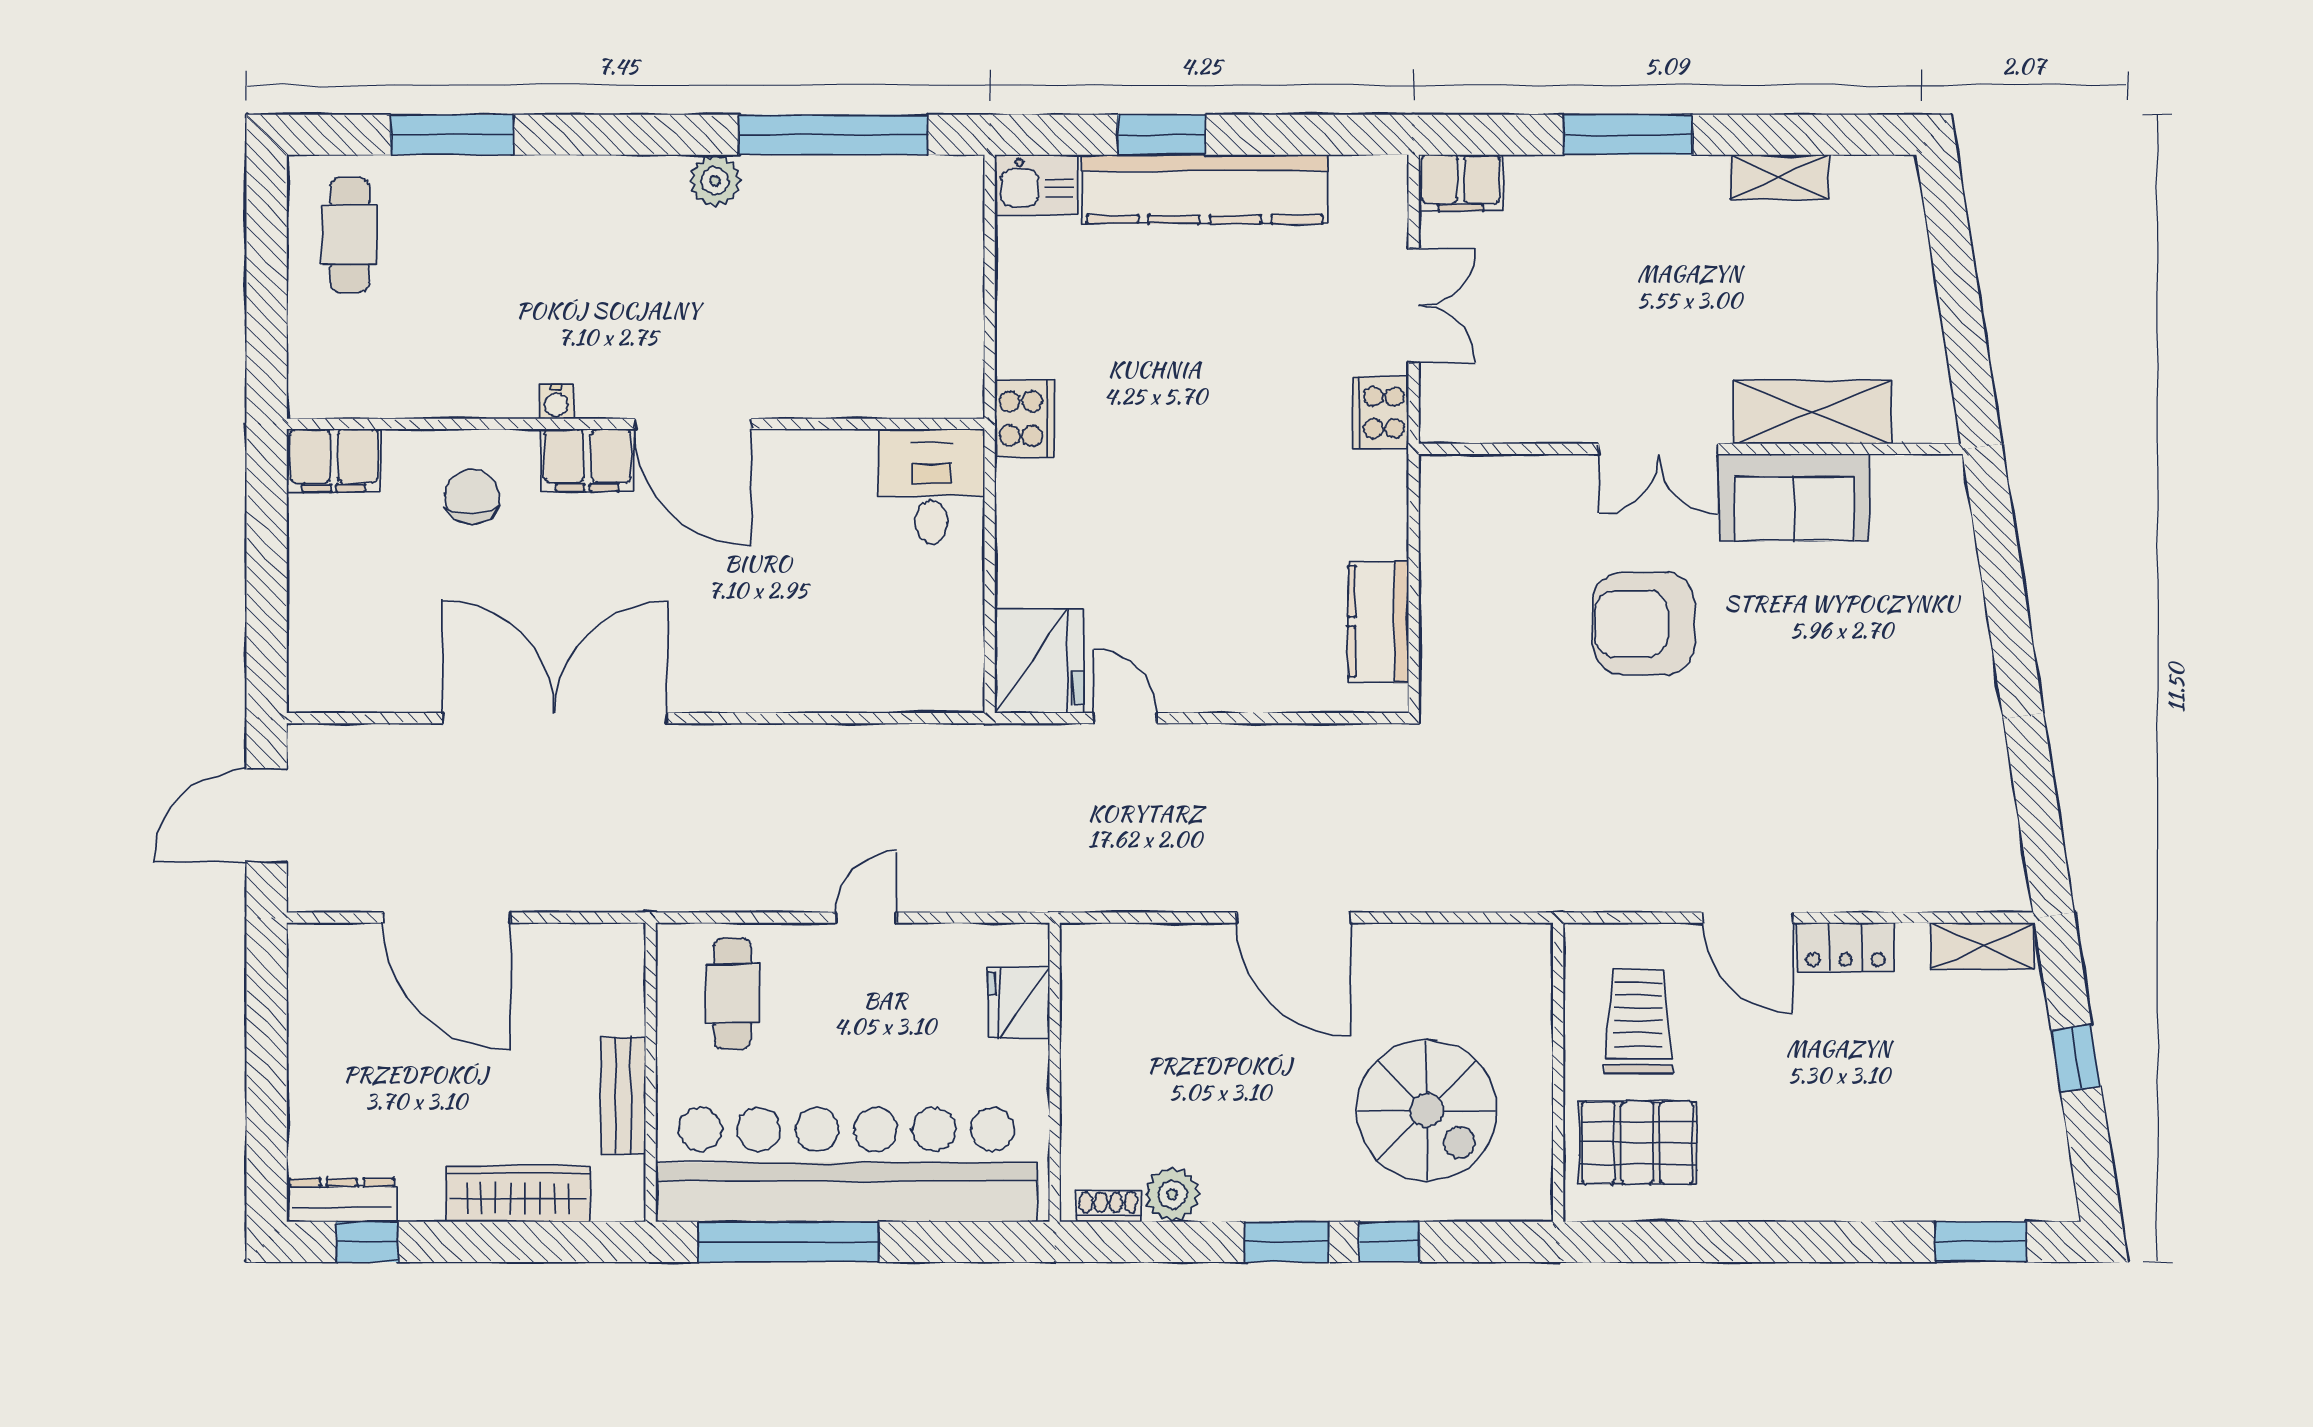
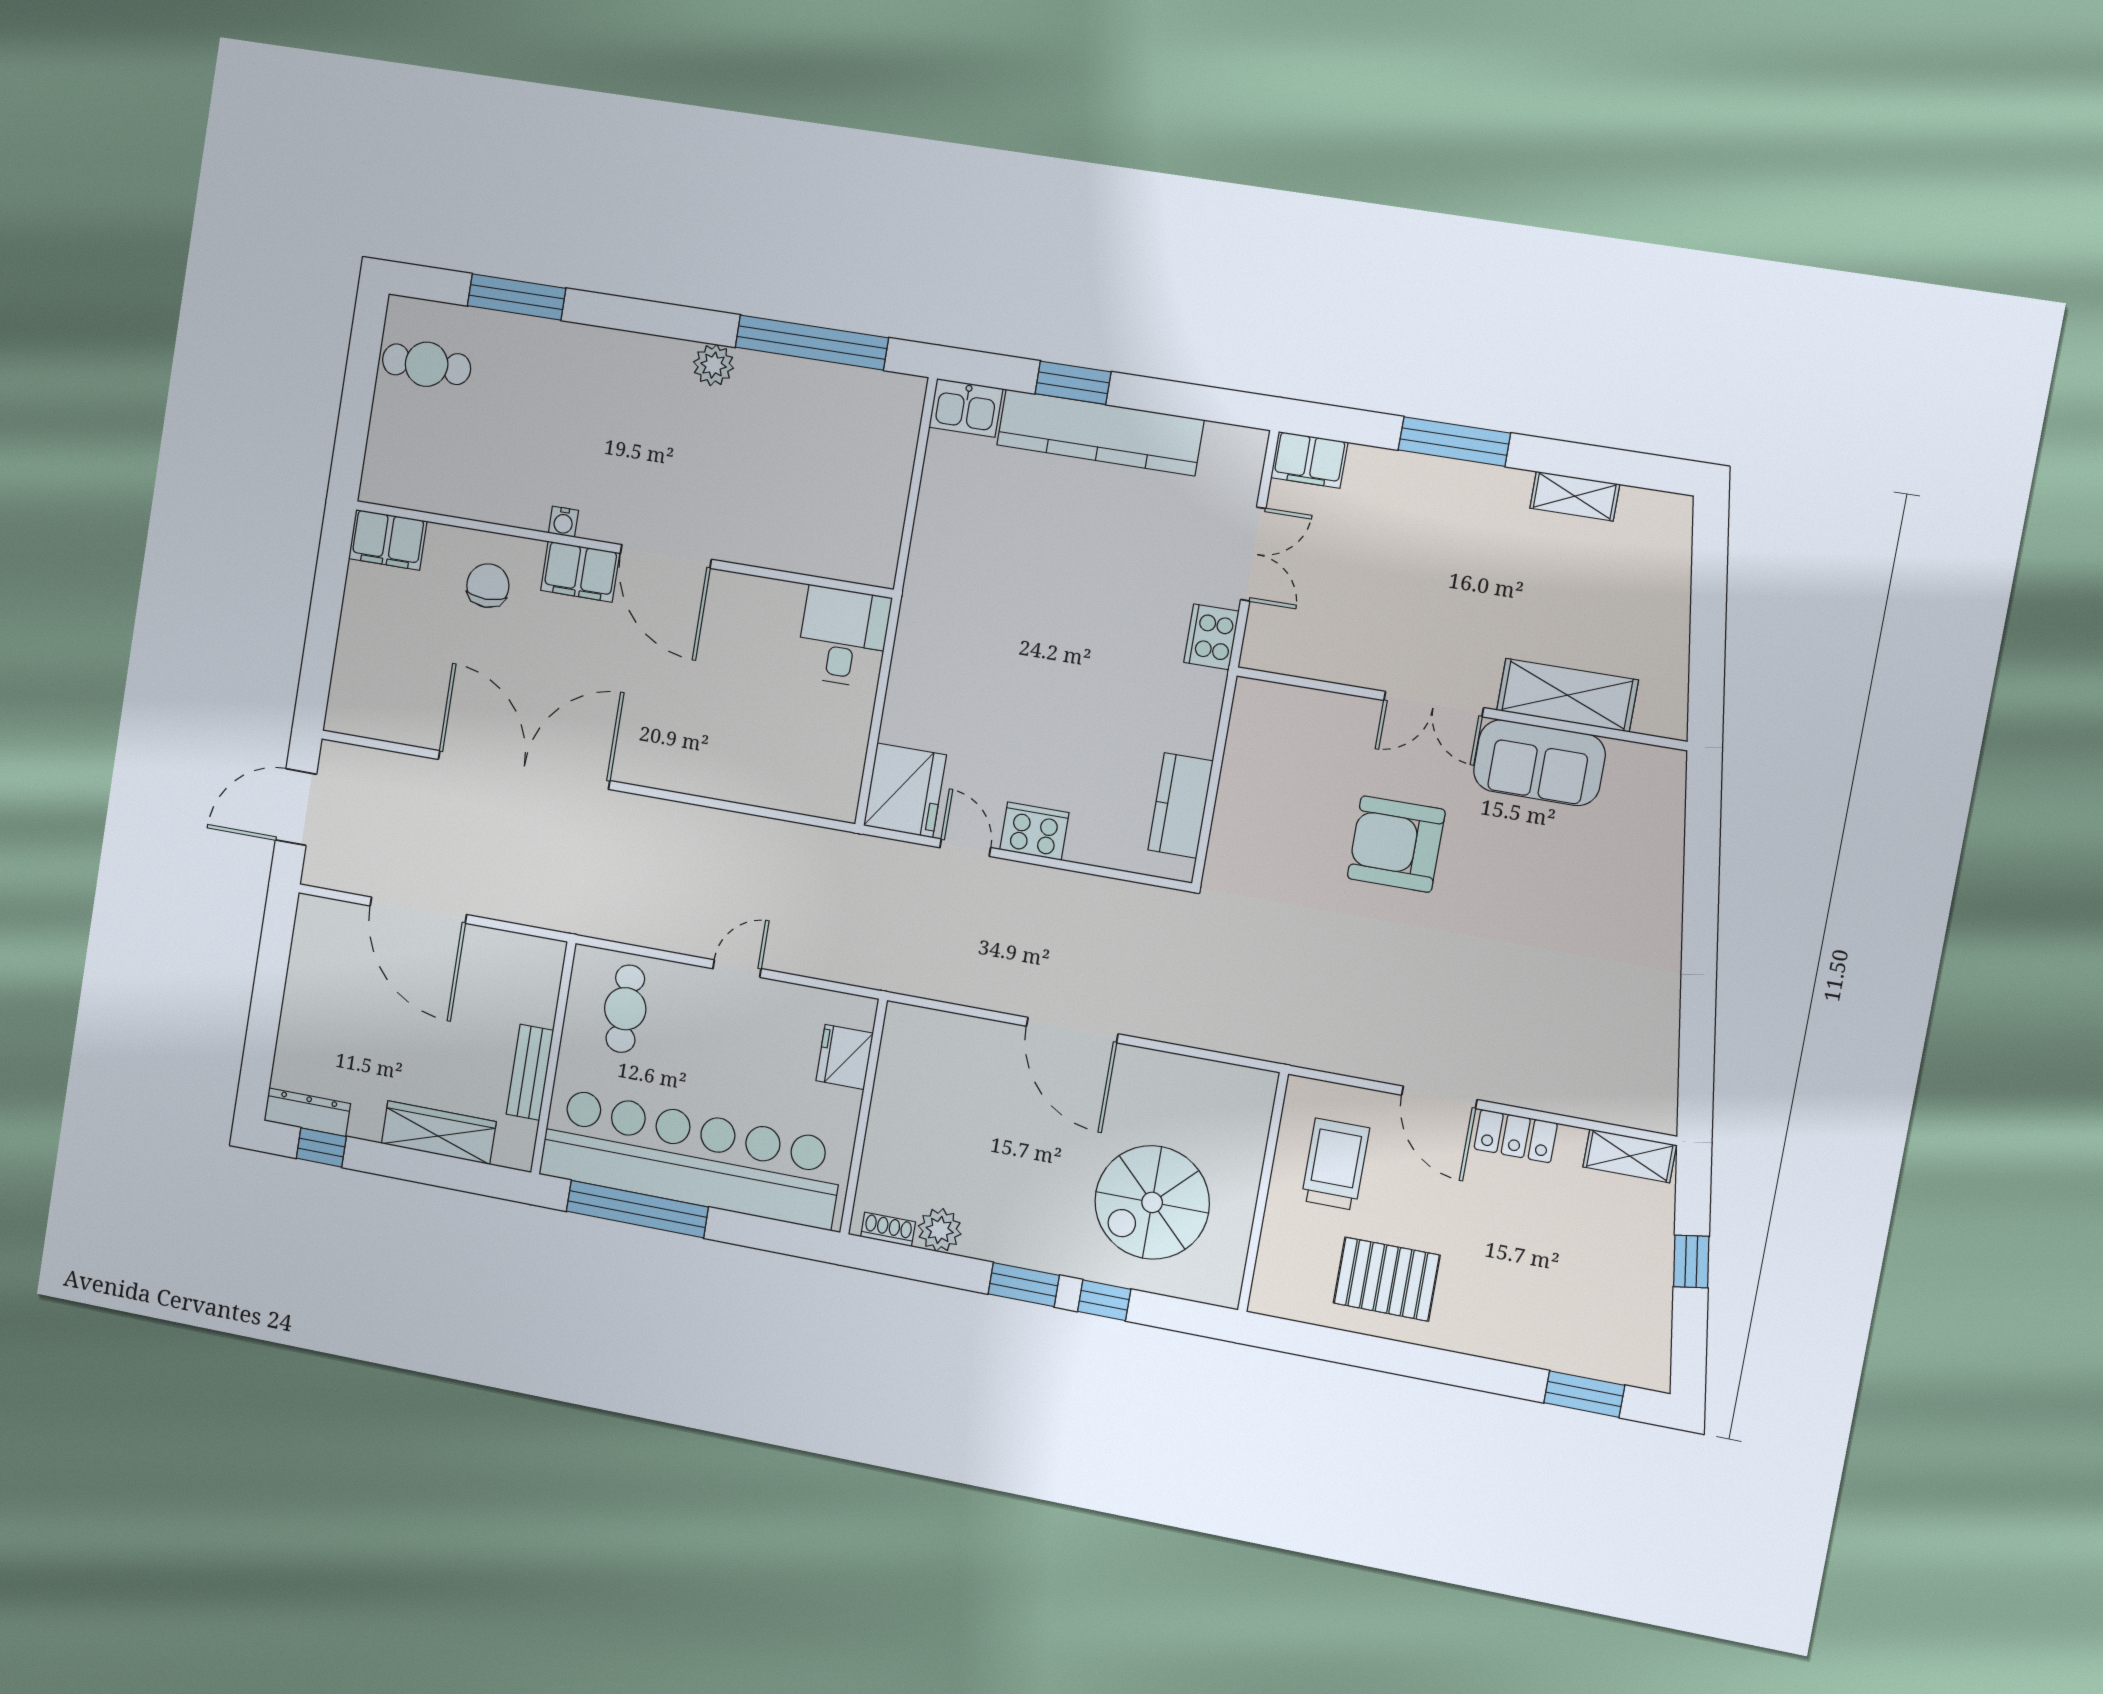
cafe table: (350, 235) -> (427, 364), turned 90
cooker: (1025, 418) -> (1034, 831), moved, turned -90
spiral stairs: (1427, 1110) -> (1152, 1202), turned 90
pallet: (1637, 1143) -> (1387, 1279), moved

